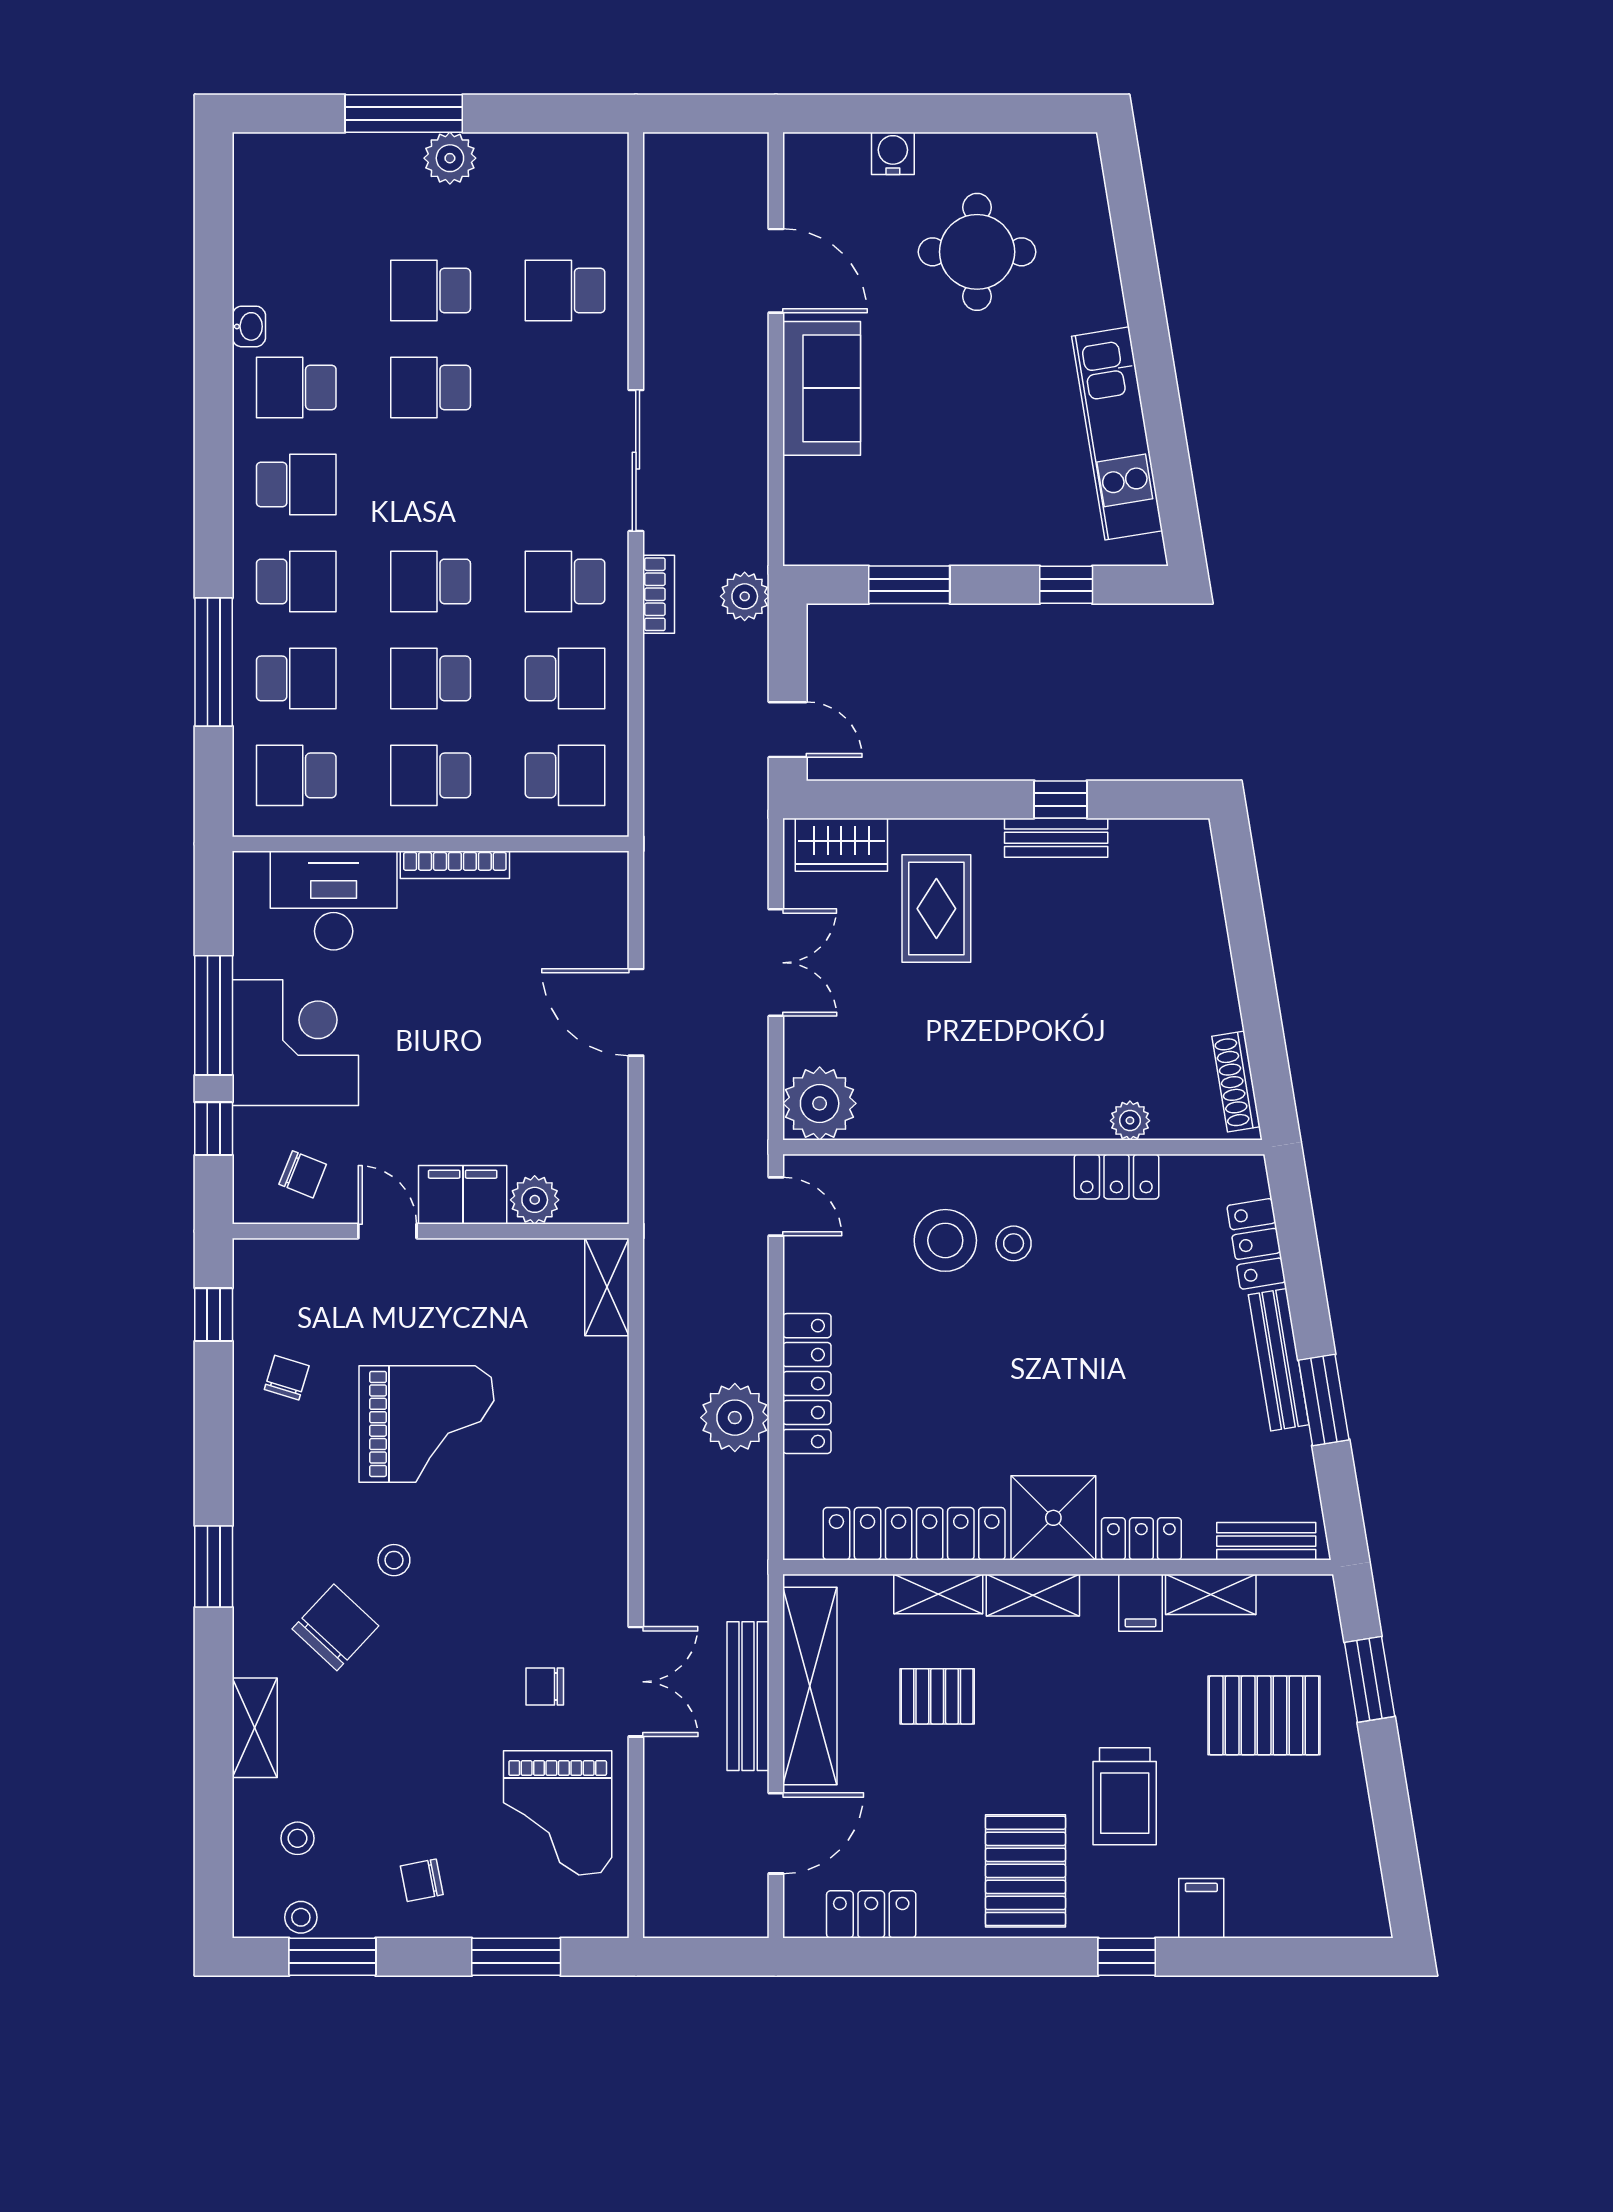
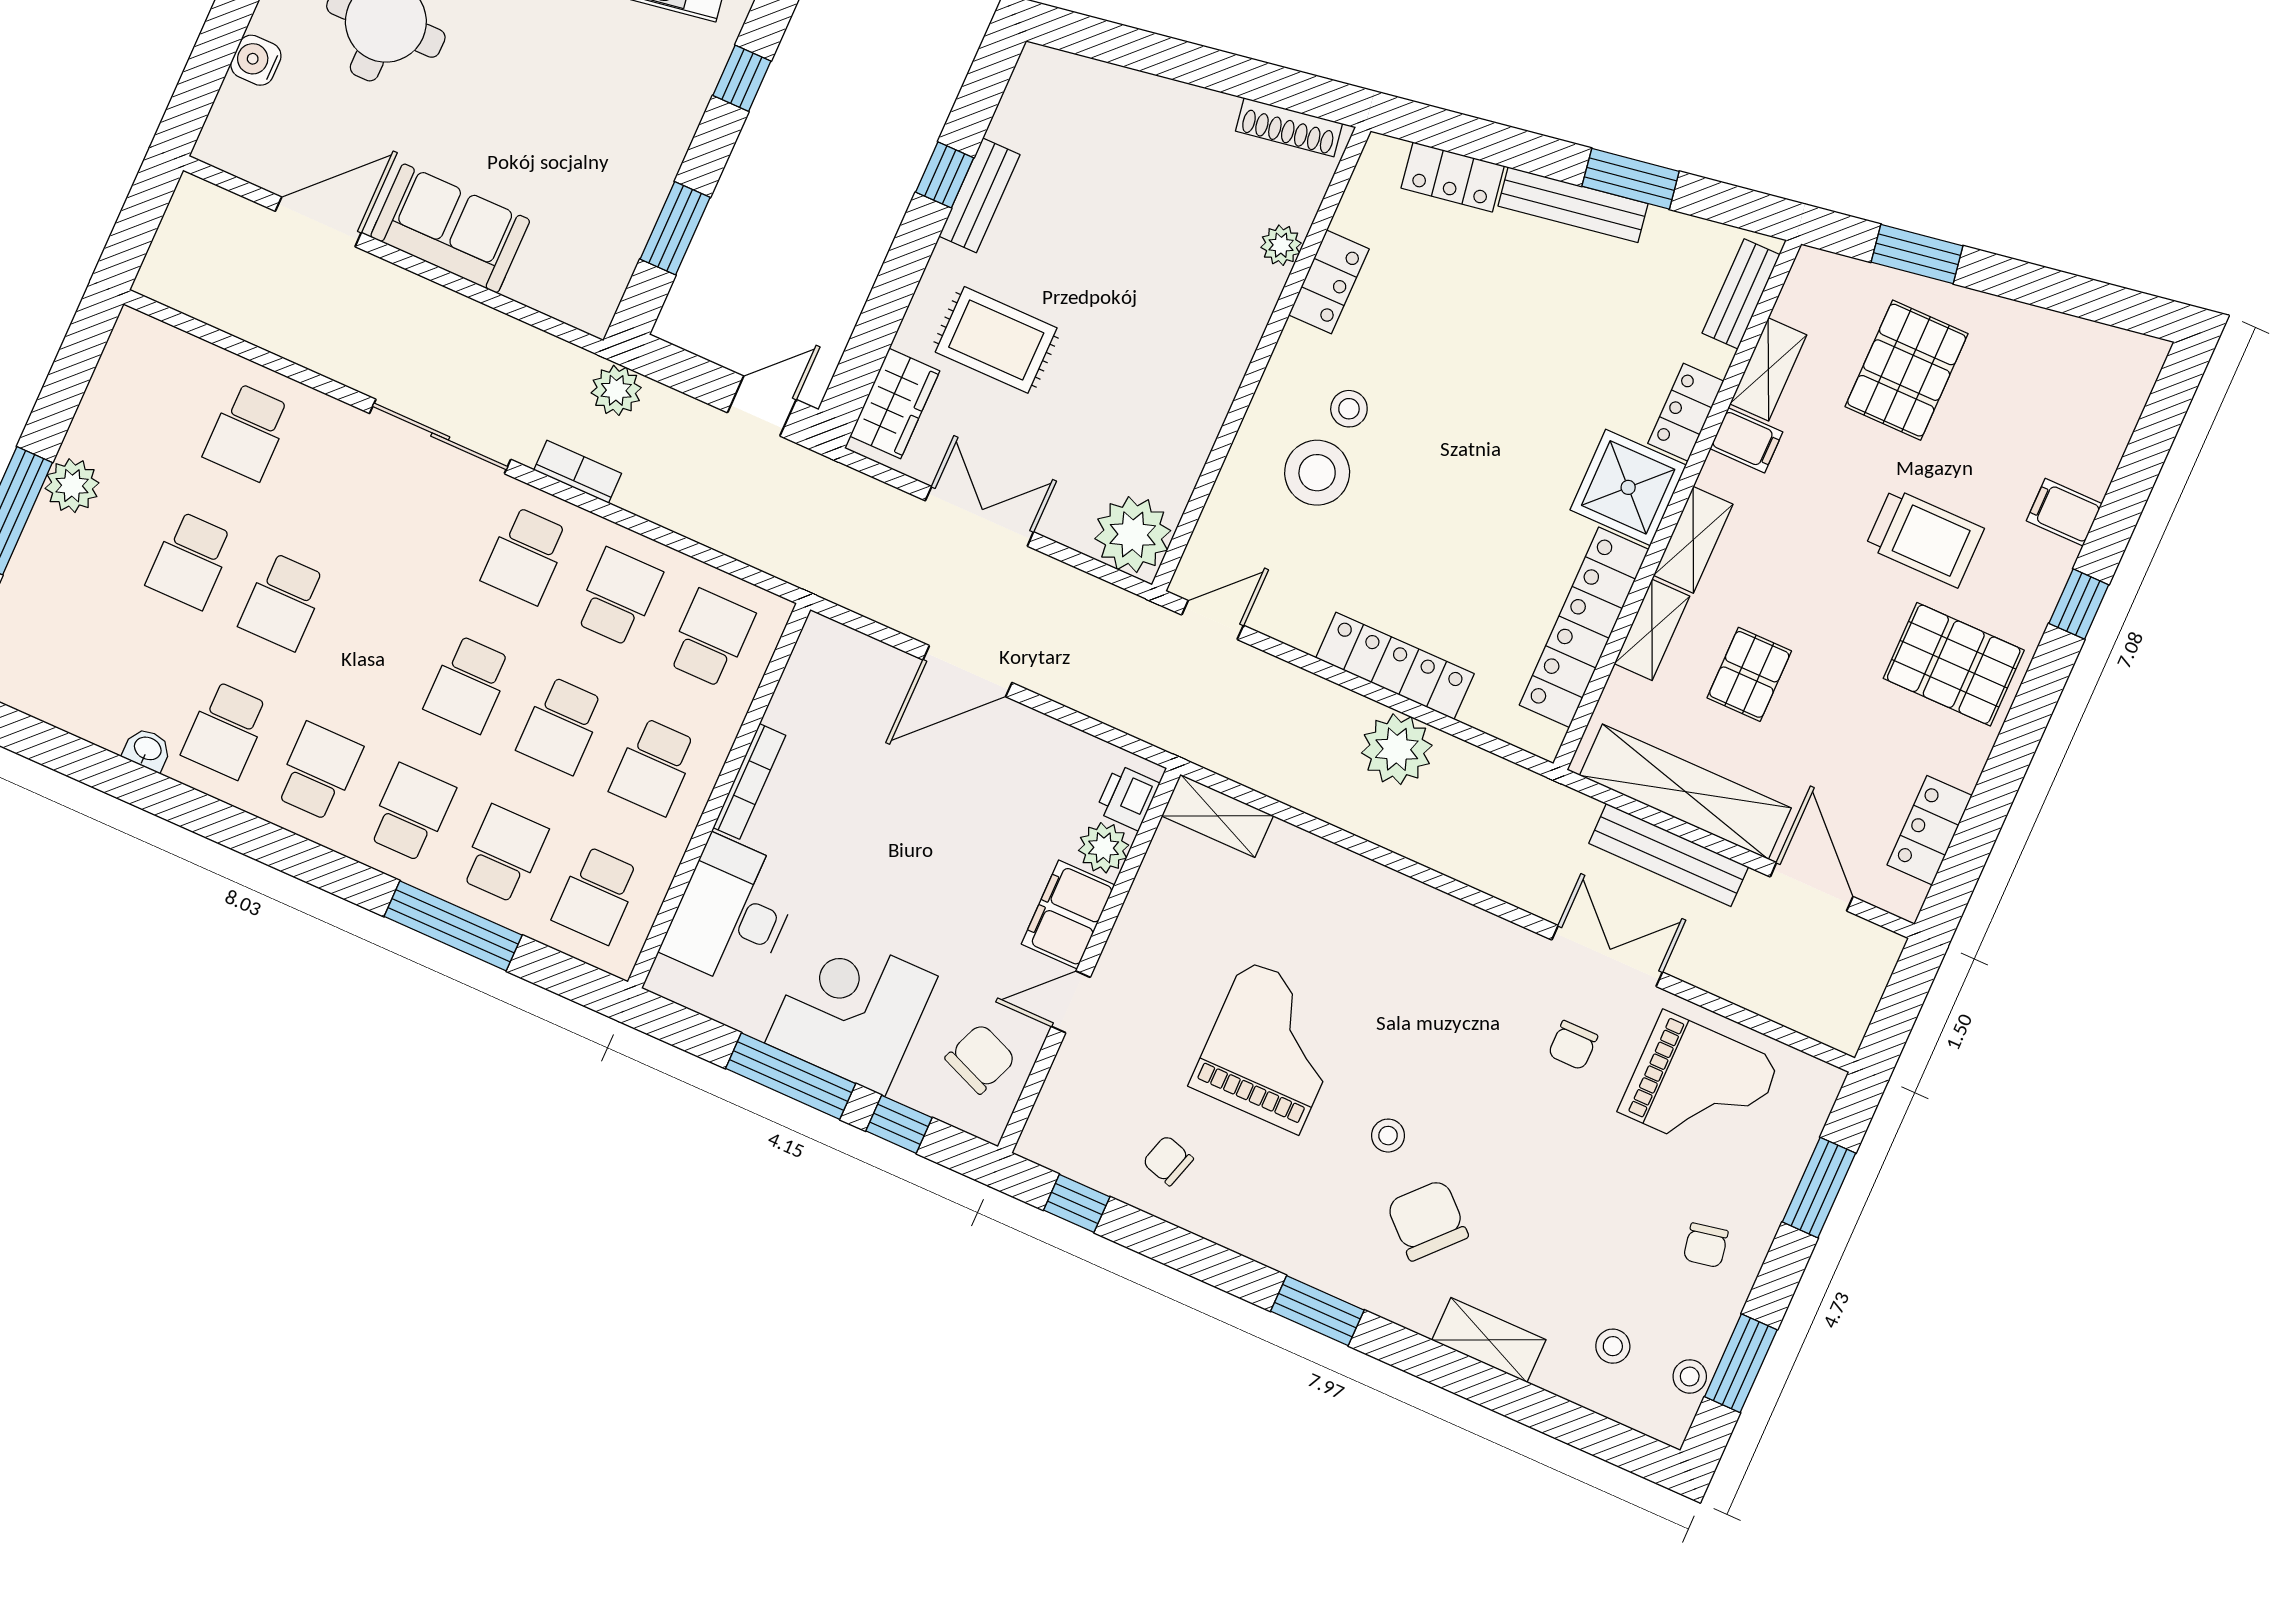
chair: (303, 1174) -> (980, 1059), width x1.37, depth x1.37
printer: (588, 1201) -> (1127, 797), added

